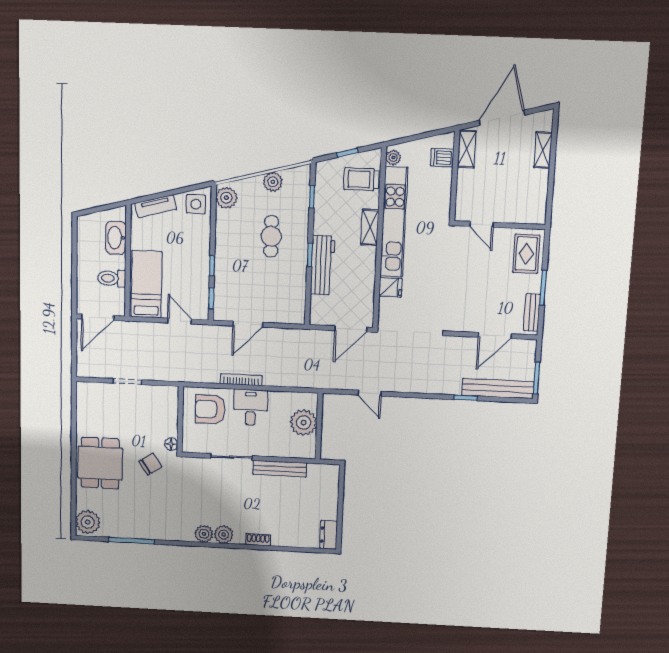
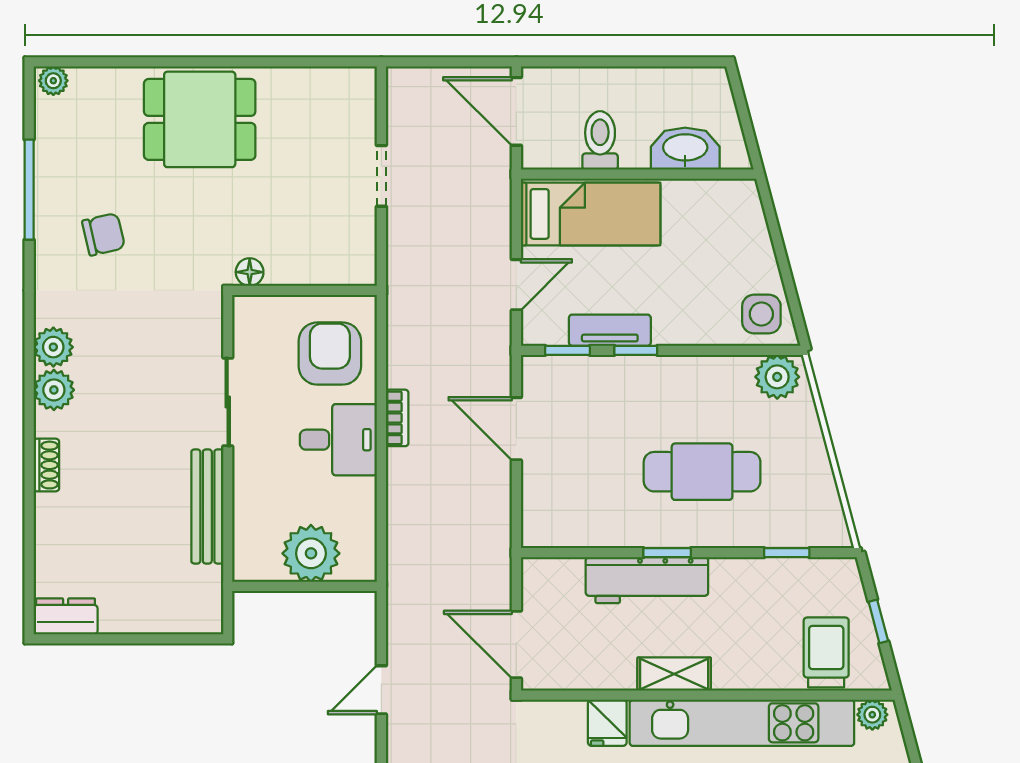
plant: (273, 182) -> (814, 471), removed
tv unit: (156, 206) -> (610, 330), moved, turned 105
shelving: (370, 227) -> (674, 674), moved
cafe table: (271, 236) -> (702, 472), width x1.37, depth x1.35
bookcase: (241, 380) -> (397, 418), width x0.64
chair: (150, 464) -> (104, 234), moved, turned -69
plant: (88, 522) -> (53, 81), width x0.53, depth x0.53

